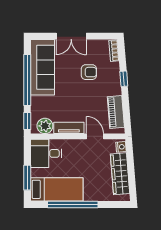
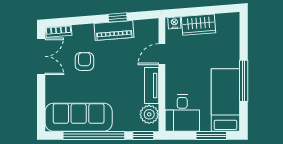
double door: (71, 36) -> (41, 56), moved
window: (124, 79) -> (118, 17), moved
piano: (116, 112) -> (114, 30), moved
wardrobe: (120, 174) -> (198, 25), width x0.67
window: (73, 204) -> (244, 81), width x0.68

